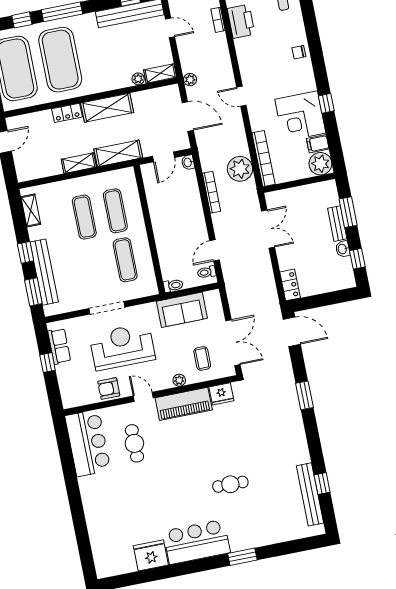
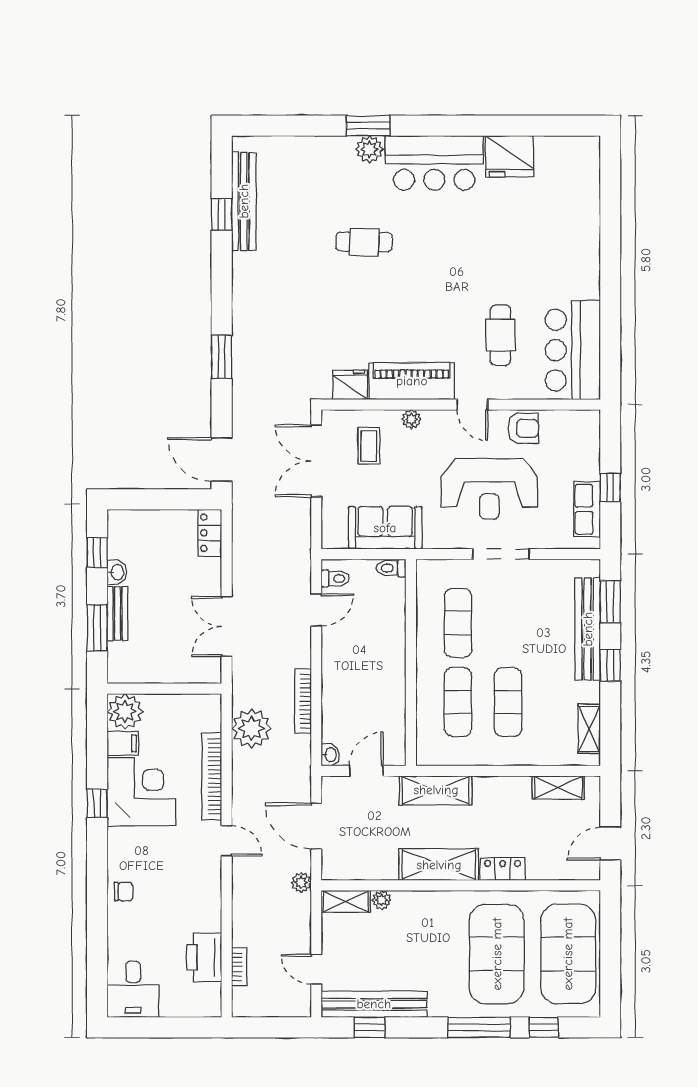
bookcase: (263, 159) -> (212, 776), moved
shelving: (79, 163) -> (558, 787), moved
plant: (239, 542) -> (369, 149), added

